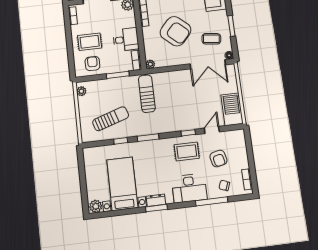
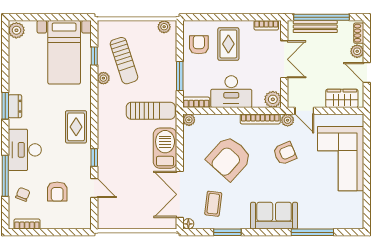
desk: (126, 39) -> (231, 92), width x1.37
armchair: (92, 63) -> (199, 45), turned -90
barbecue: (232, 109) -> (165, 148), moved, turned -90
plant: (126, 133) -> (103, 78), added
window: (148, 138) -> (94, 106), removed
window: (121, 141) -> (94, 56), moved
rug: (187, 151) -> (76, 127), moved
armchair: (218, 159) -> (57, 192), turned -77
bed with nightstands: (122, 184) -> (64, 52), moved, turned 90

